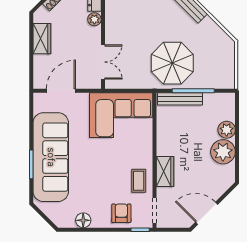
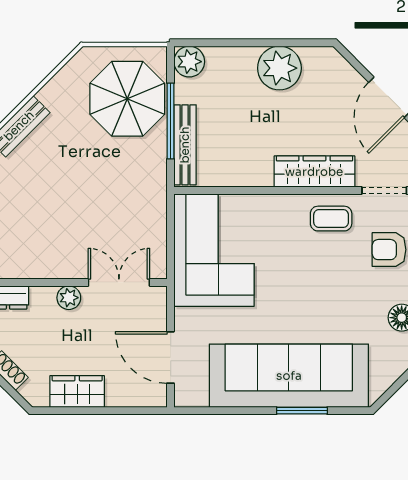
plant: (94, 19) -> (69, 298), moved
parasol: (172, 63) -> (127, 99), moved
plant: (227, 130) -> (189, 62), moved
wardrobe: (165, 171) -> (314, 172), width x1.50

